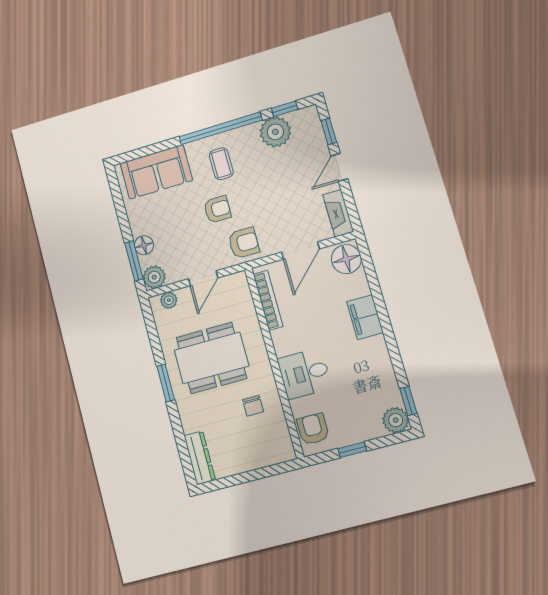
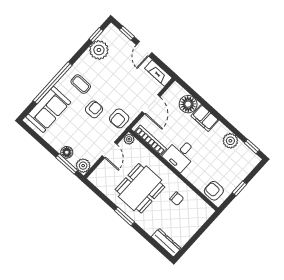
window: (220, 128) -> (52, 83), moved
armchair: (244, 243) -> (119, 118), turned 180
floor lamp: (346, 259) -> (188, 104), moved
plant: (169, 300) -> (129, 139), moved
desk: (304, 373) -> (180, 155), moved
plant: (396, 420) -> (230, 141), moved

